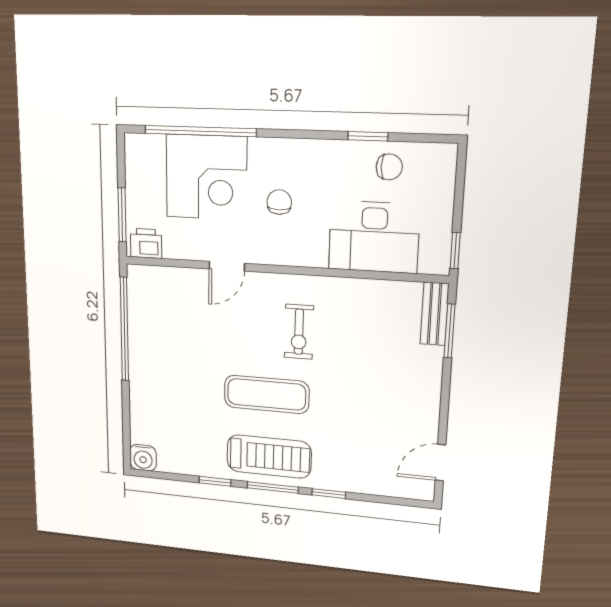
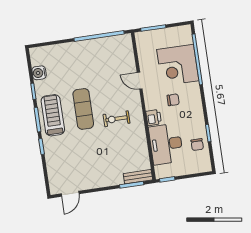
printer: (146, 243) -> (154, 118), moved
treadmill: (269, 457) -> (53, 115), turned 180
water cooler: (143, 458) -> (39, 73), moved
door: (440, 463) -> (70, 194), swing flipped

